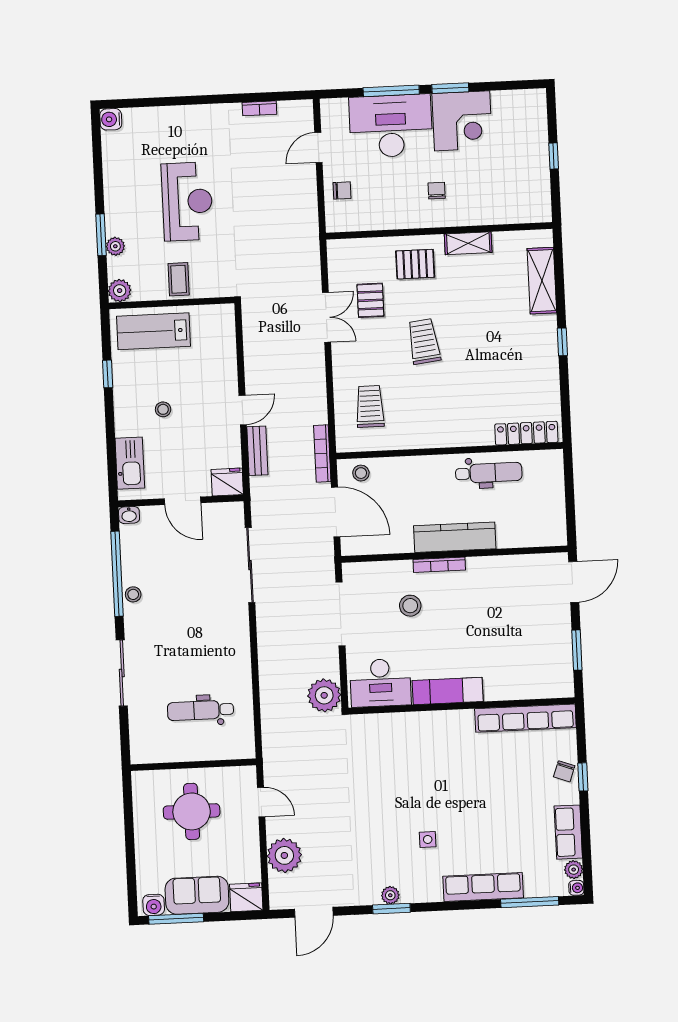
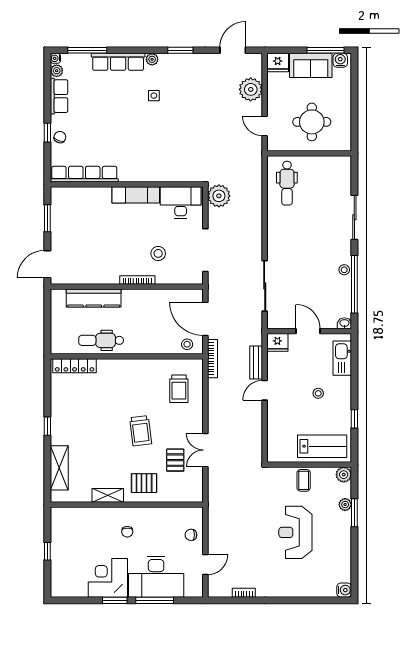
kitchen counter: (455, 537) -> (94, 298), moved
dental chair: (200, 710) -> (287, 183), moved, turned 90
plant: (390, 895) -> (152, 59), moved

